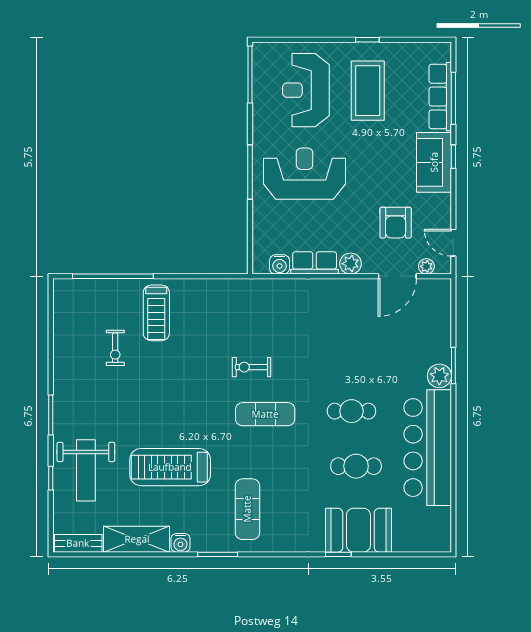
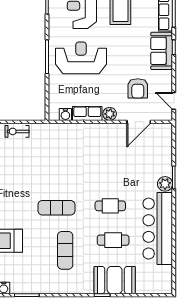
plant: (426, 266) -> (157, 116), removed
exercise bike: (251, 367) -> (17, 131), moved
exercise mat: (247, 509) -> (65, 250), moved

